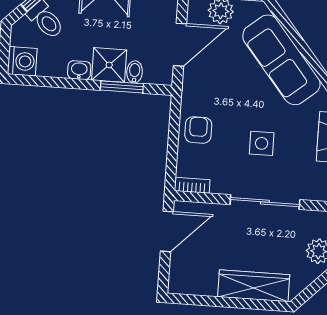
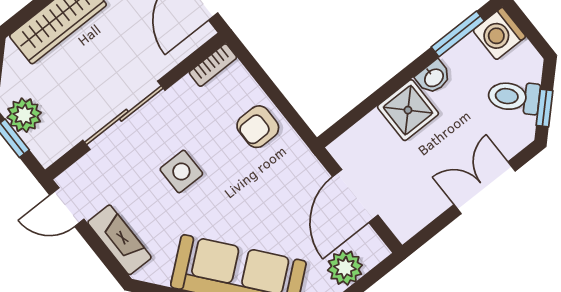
bidet: (135, 72) -> (376, 127), removed
window: (122, 87) -> (458, 34), moved
armchair: (198, 130) -> (258, 127), turned 90

